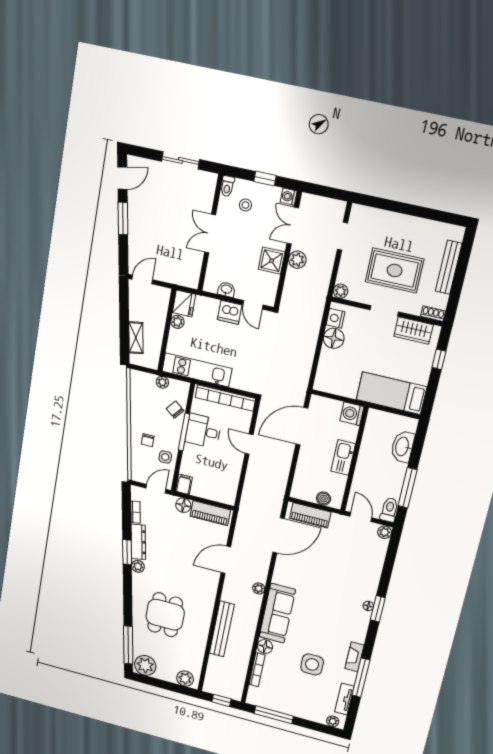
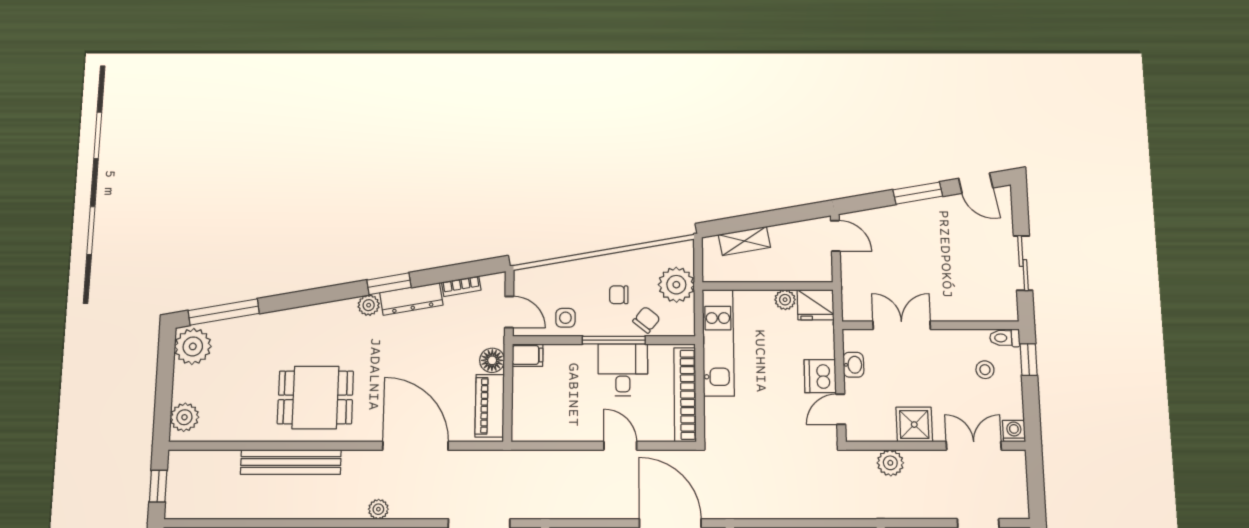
window: (265, 179) -> (1029, 360), moved
double door: (210, 234) -> (902, 325), moved
plant: (297, 260) -> (890, 463), moved
plant: (162, 382) -> (676, 285), width x1.87, depth x1.87
chair: (148, 440) -> (619, 295), moved
door: (249, 444) -> (620, 446), hinge flipped
door: (226, 560) -> (415, 446), width x1.36
dining table: (165, 615) -> (315, 397), moved

